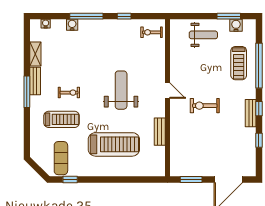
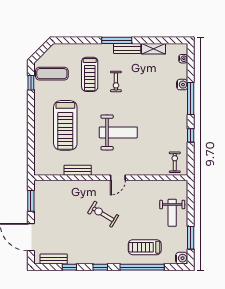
water cooler: (236, 25) -> (182, 258), moved
exercise bike: (205, 106) -> (103, 214), turned -59
bench: (251, 113) -> (54, 259), moved

